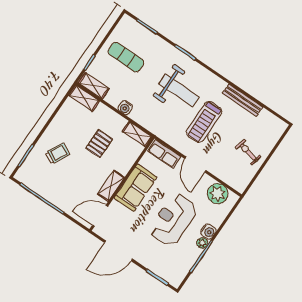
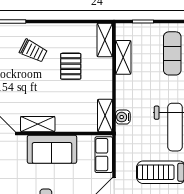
shelving: (94, 86) -> (123, 57), moved
water cooler: (125, 108) -> (123, 117), moved
pallet: (99, 144) -> (71, 66), moved, turned 90

